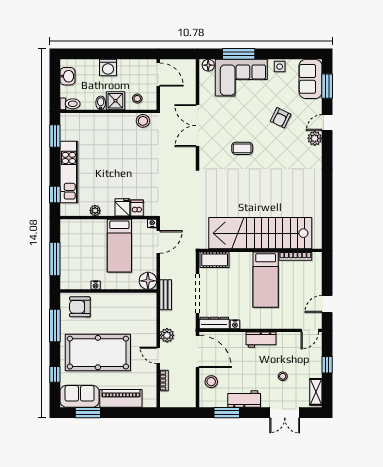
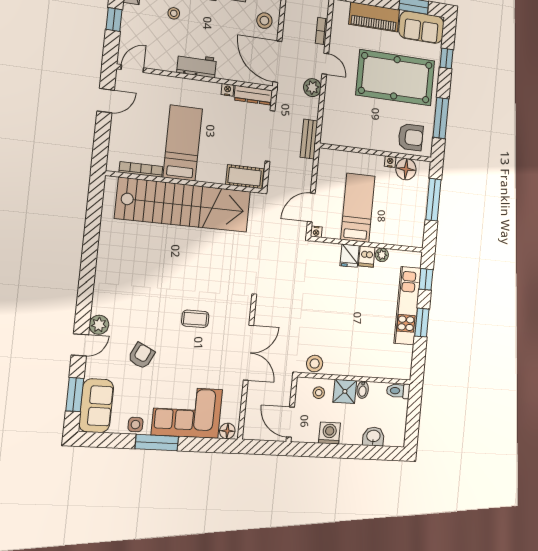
window: (239, 54) -> (157, 443), moved
washing machine: (108, 68) -> (329, 433), moved
washbasin: (68, 76) -> (373, 436), moved, turned 90
window: (55, 136) -> (422, 323), moved
dishwasher: (137, 208) -> (367, 257), moved
floor lamp: (148, 281) -> (406, 169), moved

